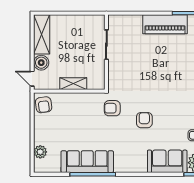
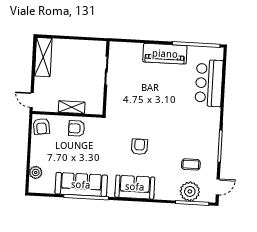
boiler: (41, 63) -> (41, 85), removed
armchair: (112, 108) -> (77, 128), moved
sofa: (167, 161) -> (135, 187), moved

